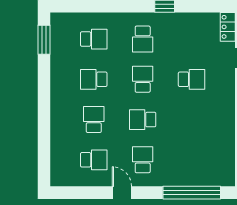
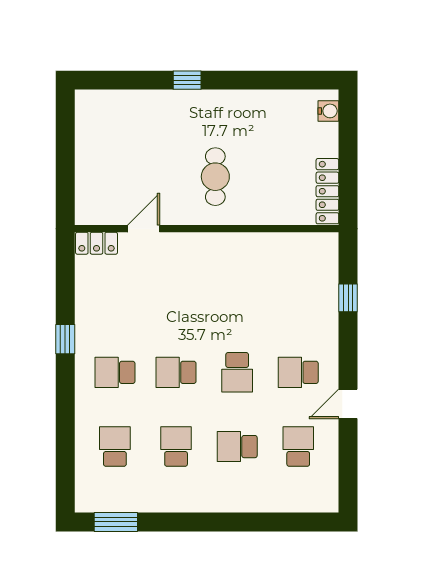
school desk: (143, 39) -> (115, 372), turned 180
school desk: (94, 79) -> (176, 447), turned 180
school desk: (192, 79) -> (176, 298), removed
window: (192, 193) -> (348, 298), width x0.32

